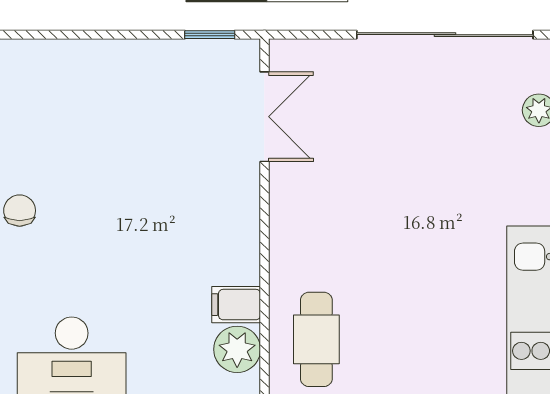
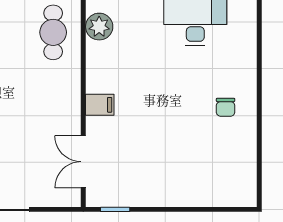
filing cabinet: (236, 305) -> (100, 105), moved

